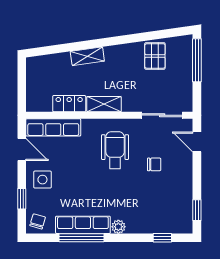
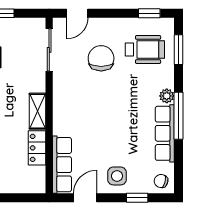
wheelchair: (115, 150) -> (145, 49), moved, turned 180
chair: (154, 164) -> (101, 58), width x1.87, depth x1.87
window: (81, 238) -> (178, 116), moved
window: (162, 238) -> (178, 50), width x1.50

